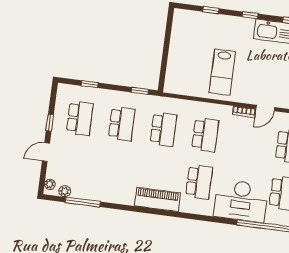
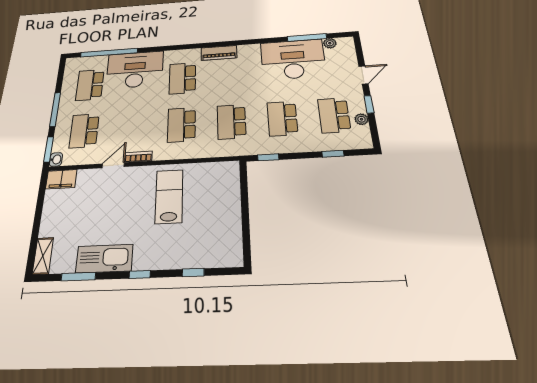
desk: (100, 181) -> (293, 59), added
plant: (50, 184) -> (361, 119), moved
piano: (158, 200) -> (219, 53), width x0.73, depth x0.75

